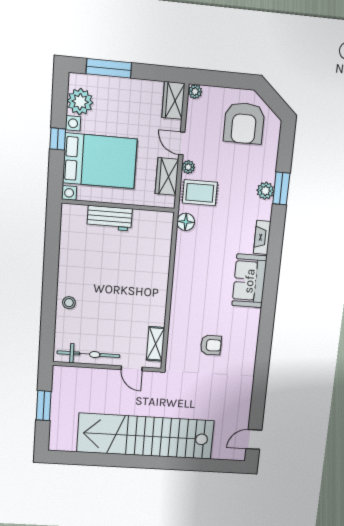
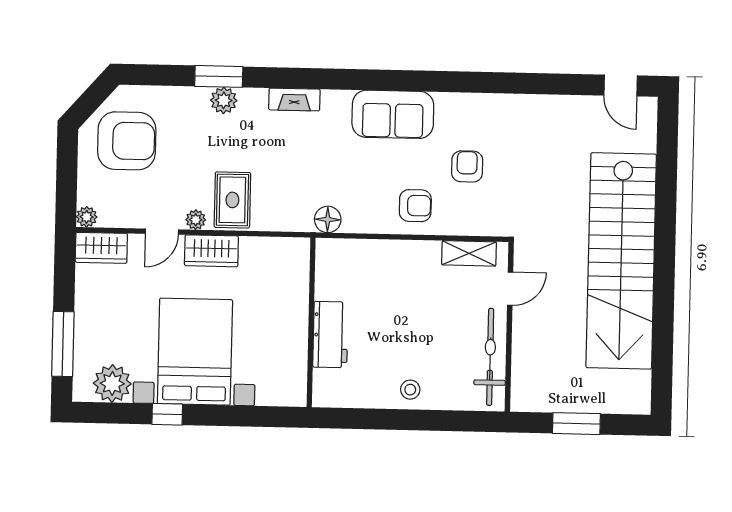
wall: (118, 206) -> (311, 322), moved
workbench: (110, 218) -> (330, 335), moved
floor lamp: (186, 222) -> (328, 219), moved
sofa: (249, 281) -> (393, 114), moved
armchair: (188, 312) -> (415, 206), added

